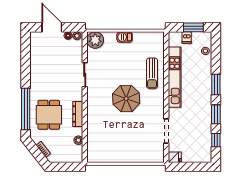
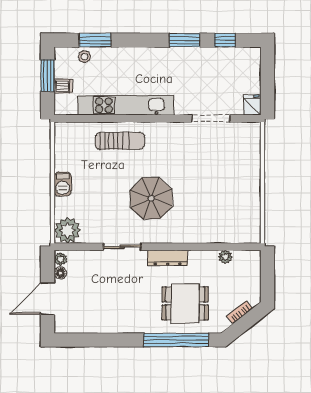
window: (216, 85) -> (95, 40), moved
parasol: (126, 99) -> (151, 198), moved
dresser: (78, 114) -> (168, 258), moved

